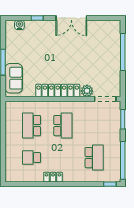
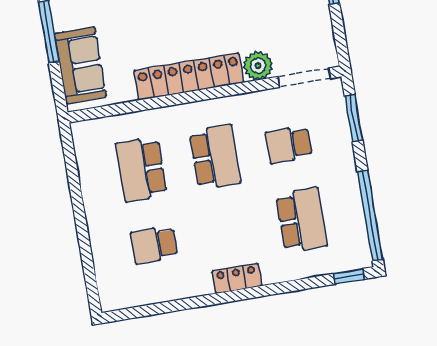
school desk: (94, 126) -> (289, 145), added
locker: (53, 177) -> (237, 278), moved

